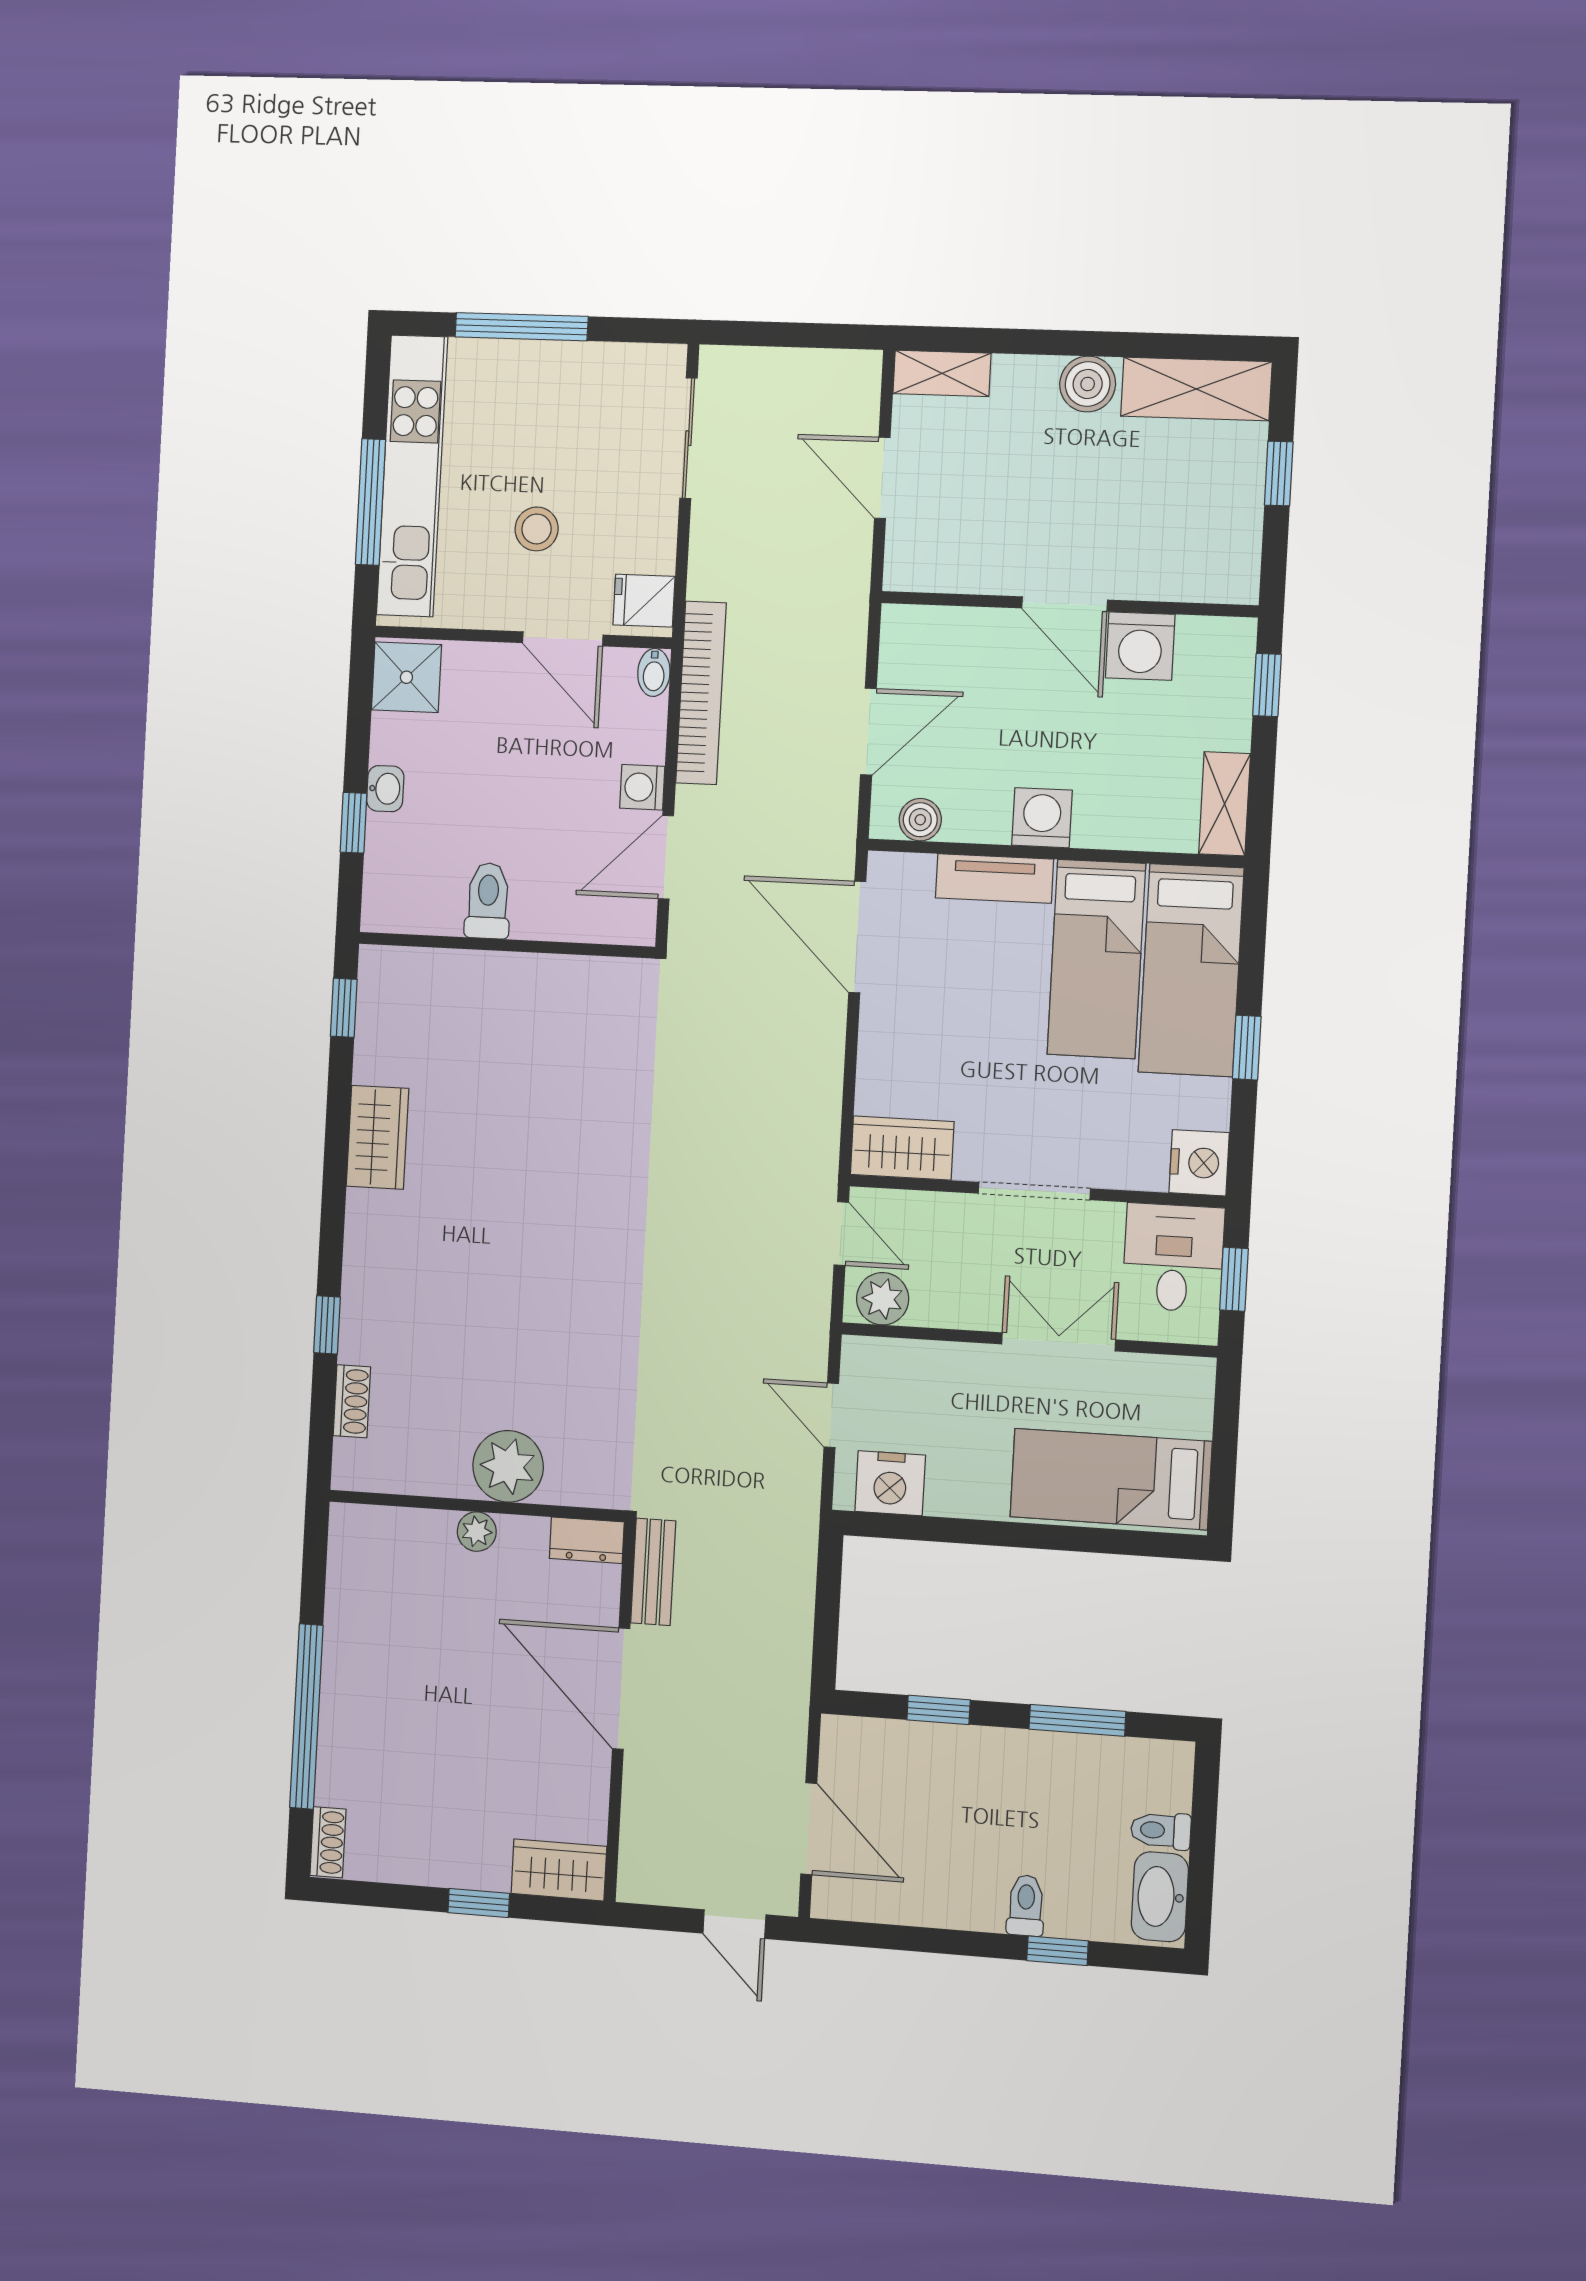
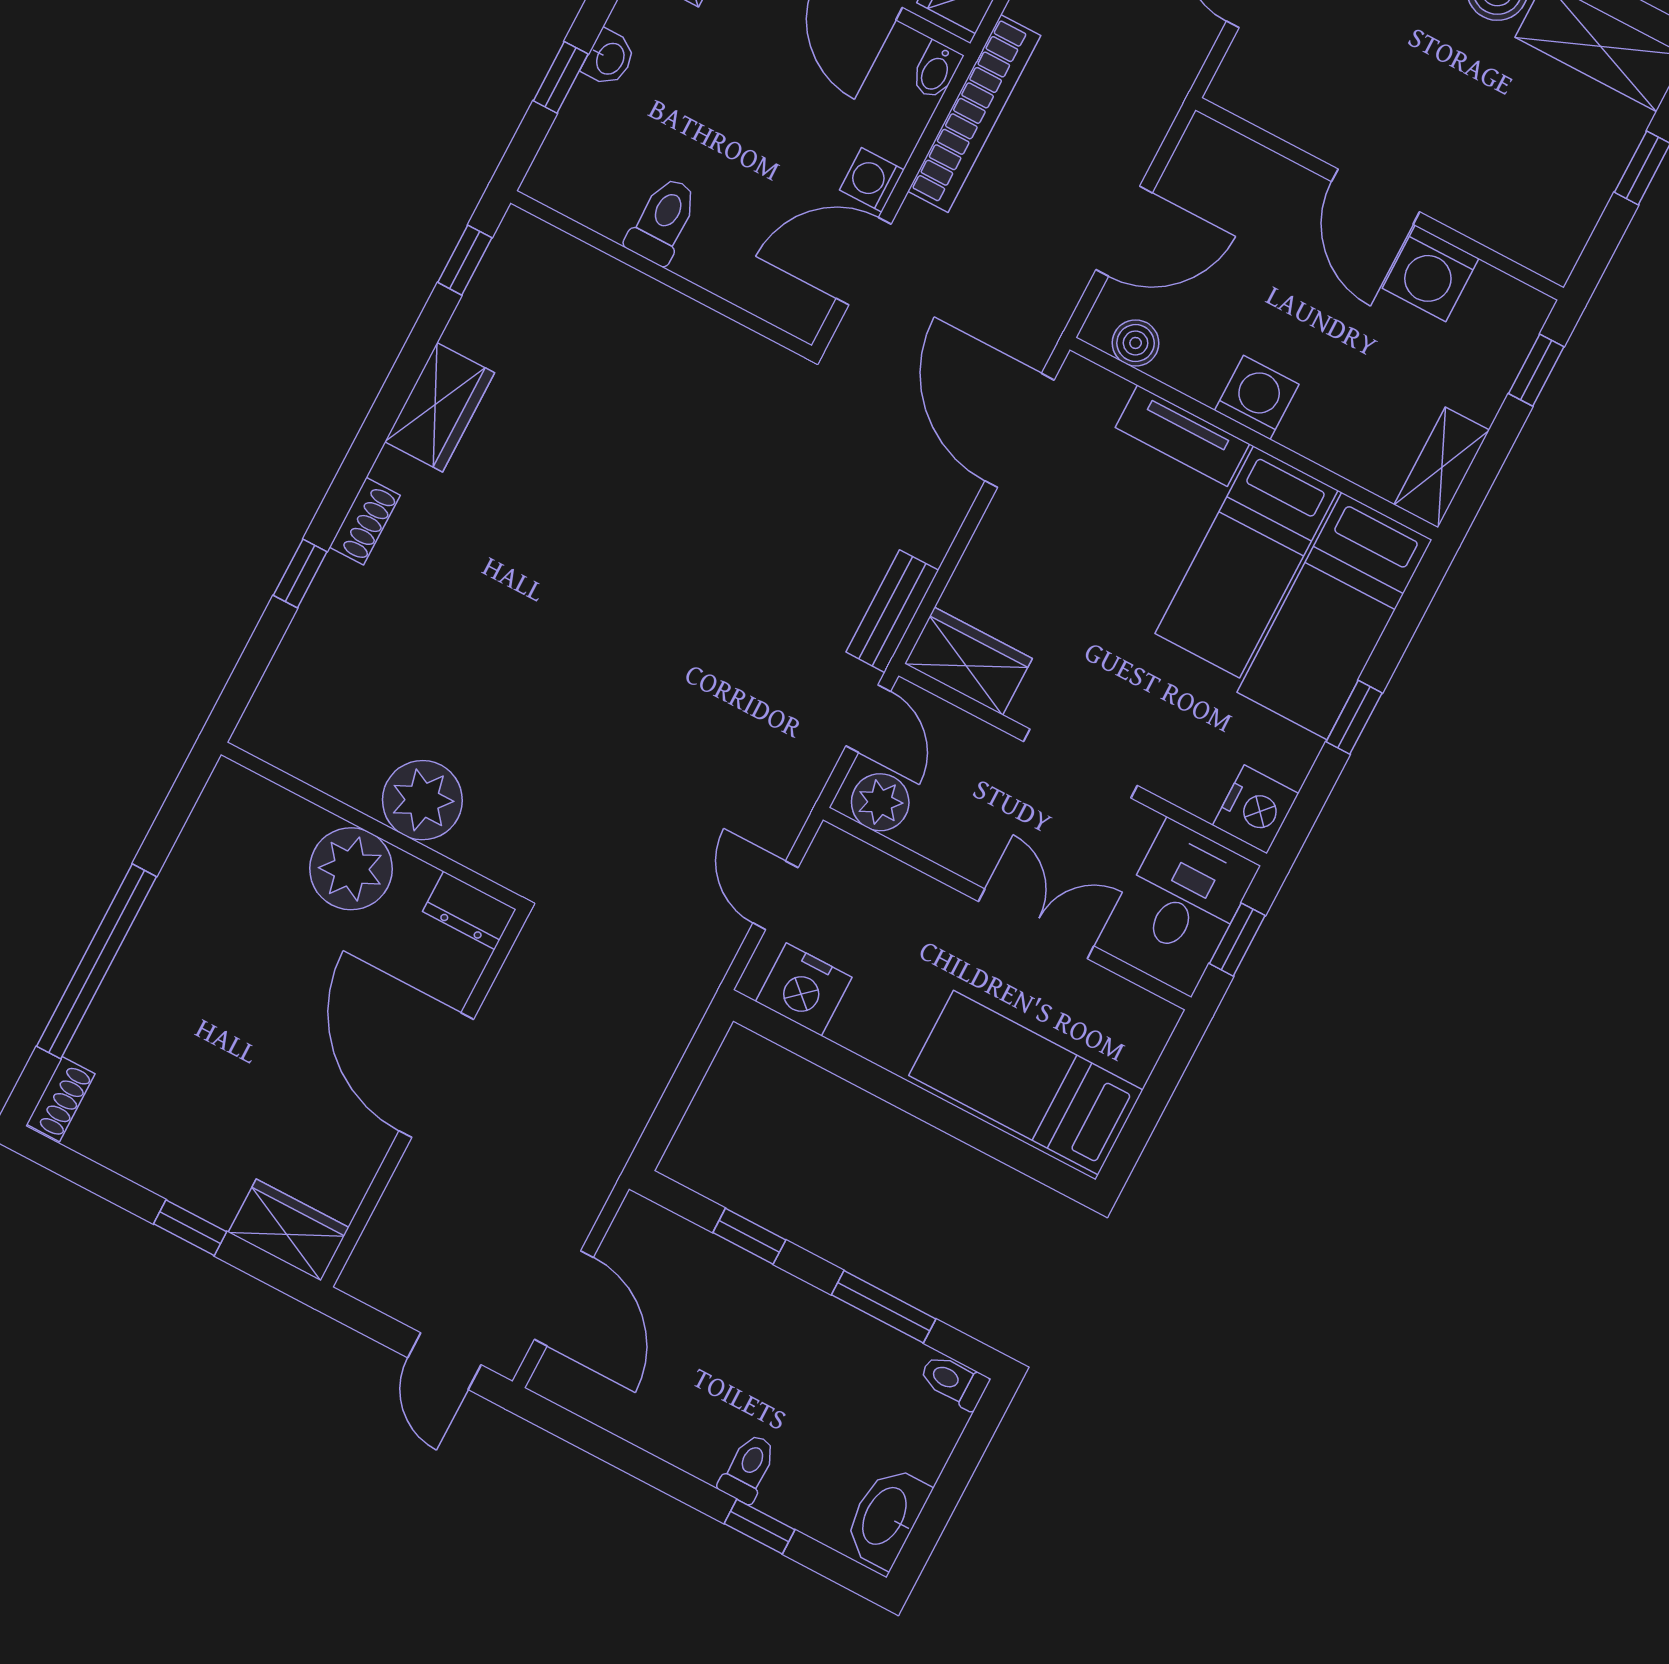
shoe rack: (352, 1401) -> (365, 521), moved
plant: (477, 1532) -> (351, 869), width x1.88, depth x1.88
bench: (653, 1572) -> (892, 611), moved
toilet: (1161, 1830) -> (954, 1381), moved

